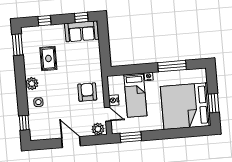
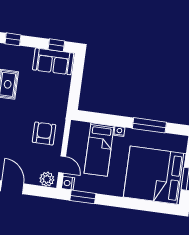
nightstand: (114, 100) -> (68, 183), moved

